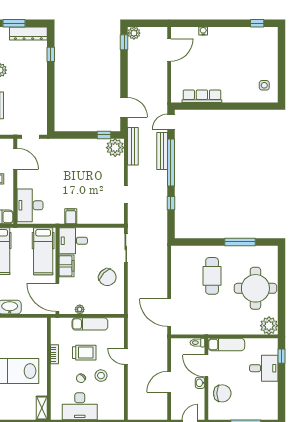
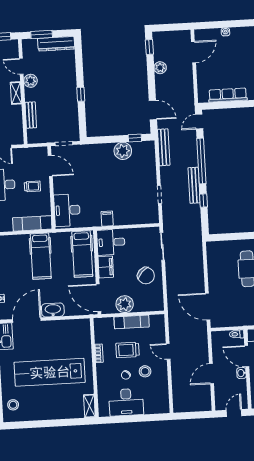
plant: (134, 33) -> (160, 68), moved
window: (51, 54) -> (81, 94), moved
plant: (115, 148) -> (123, 151), moved
bench: (162, 151) -> (194, 185), moved
plant: (80, 309) -> (125, 304), width x1.88, depth x1.88
trolley: (84, 353) -> (128, 350), turned 180

